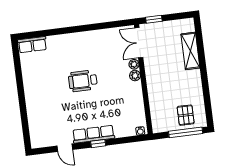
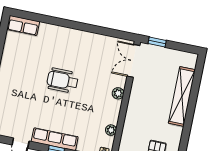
shelving: (190, 51) -> (182, 96), width x1.47
plant: (134, 64) -> (111, 130), moved

